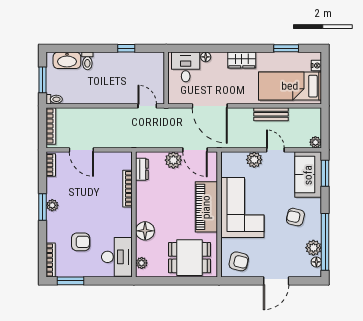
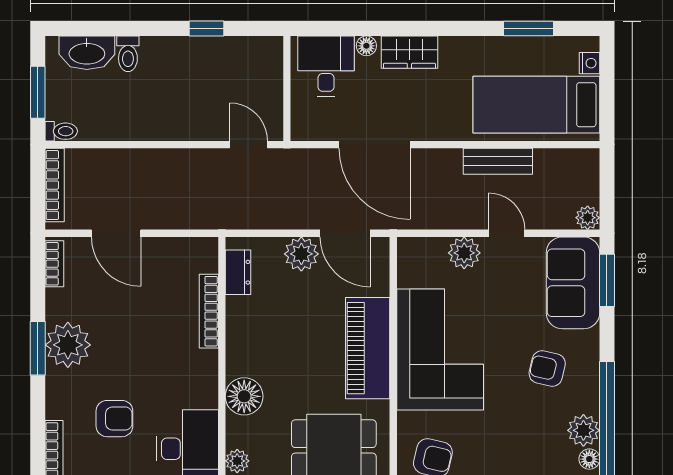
wardrobe: (242, 60) -> (409, 52), moved
plant: (52, 205) -> (68, 345), width x1.87, depth x1.87

